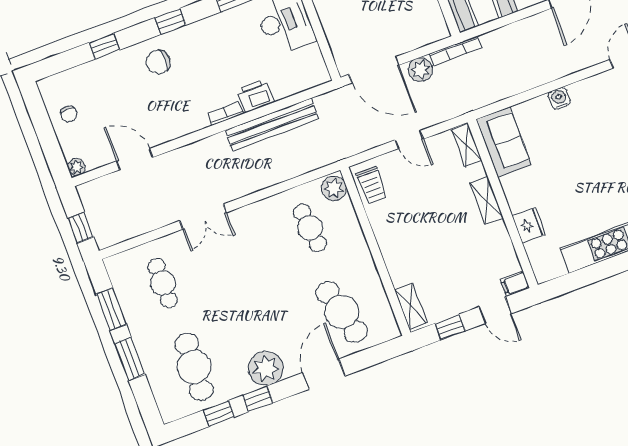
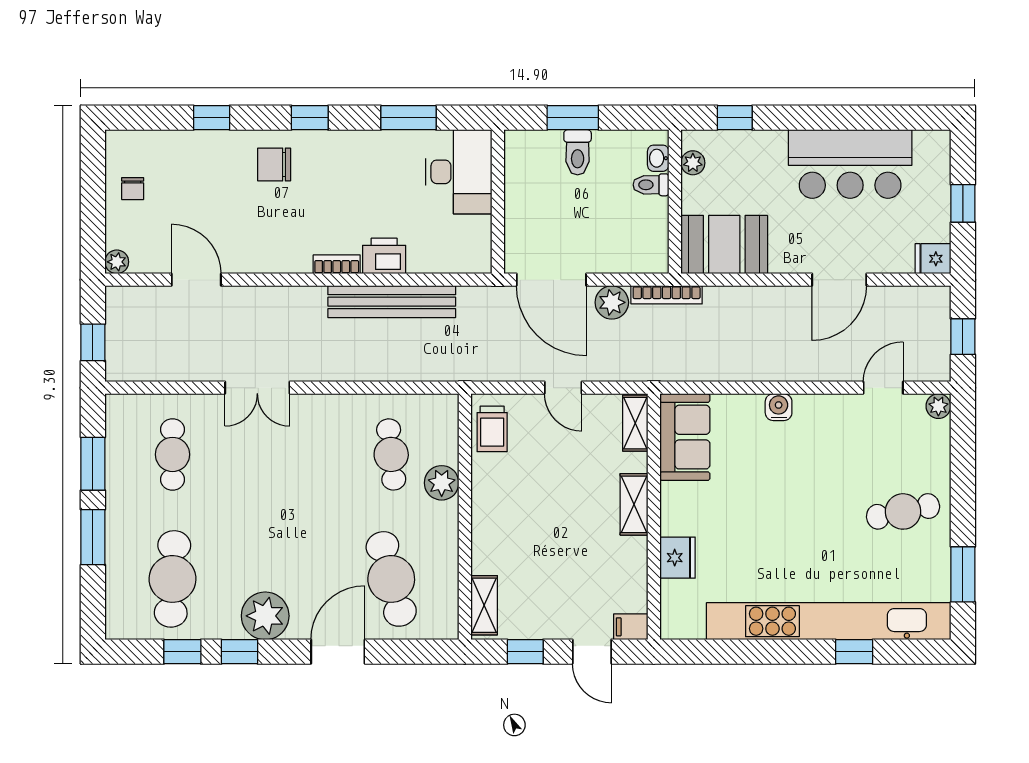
plant: (334, 188) -> (442, 483), moved

